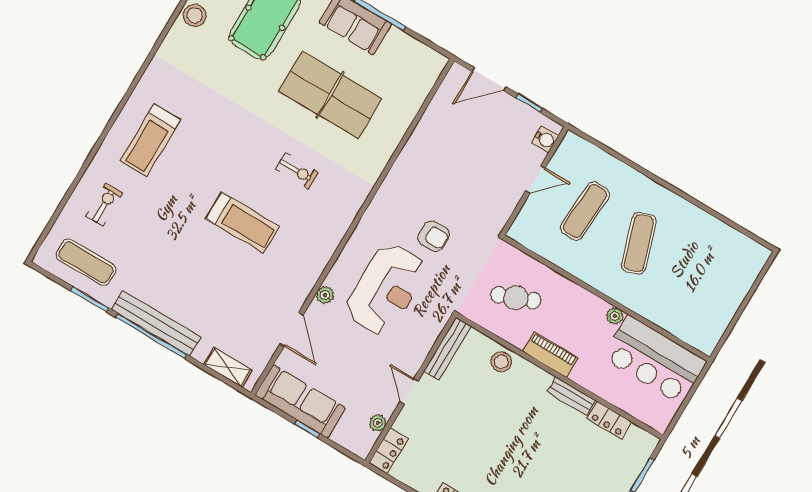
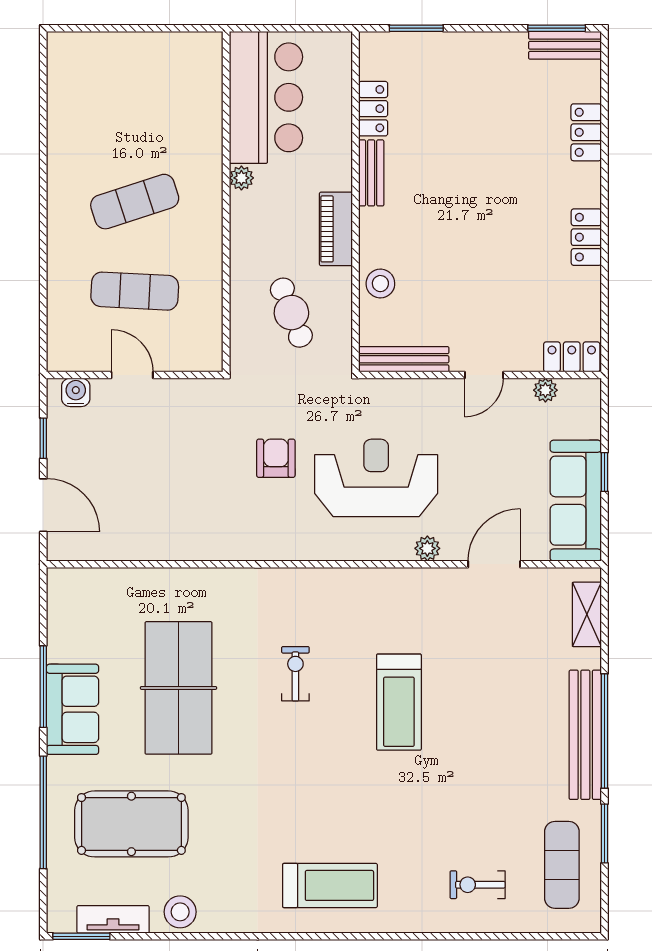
treadmill: (150, 140) -> (330, 885), moved
treadmill: (243, 223) -> (399, 702), turned 180

